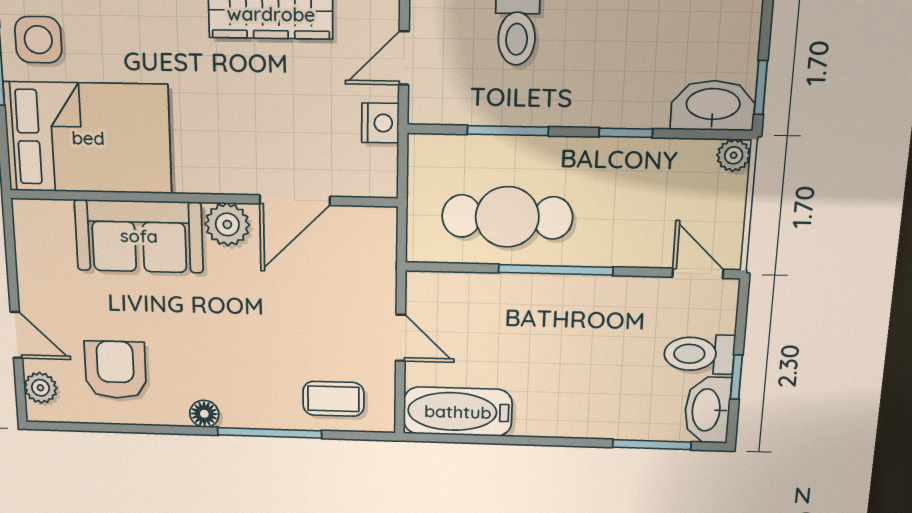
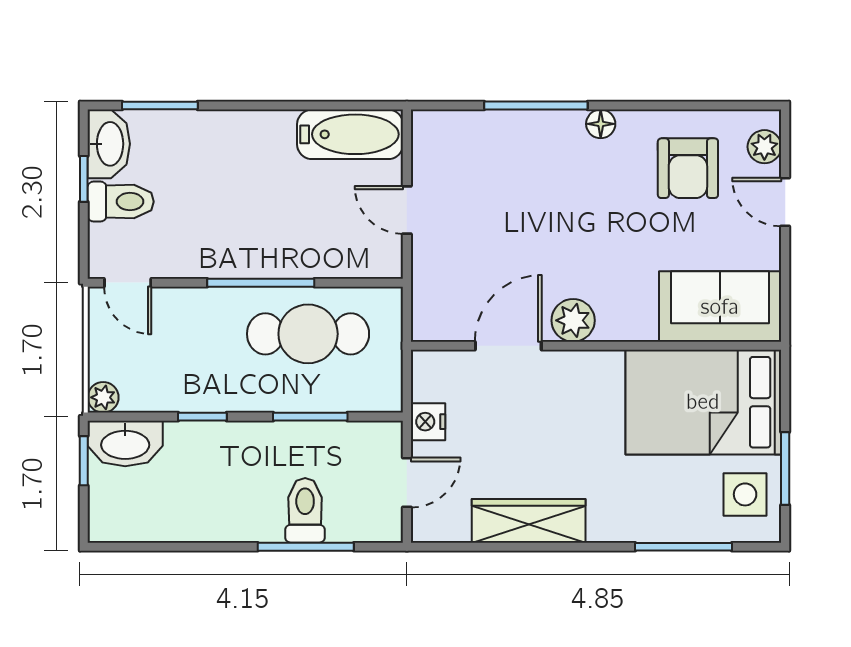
sofa: (139, 236) -> (720, 307), moved
coffee table: (333, 399) -> (472, 144), removed

